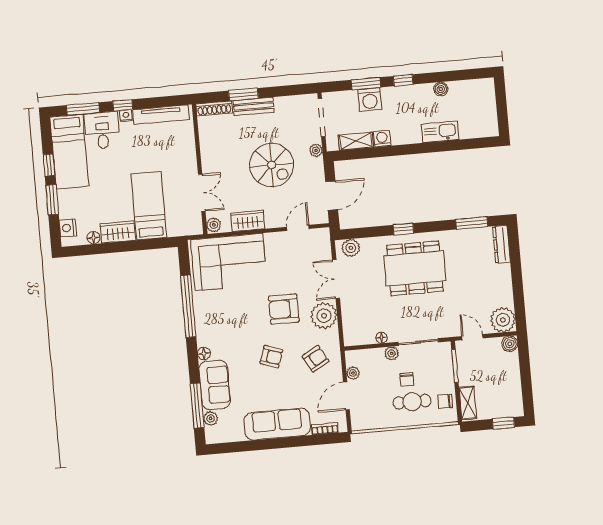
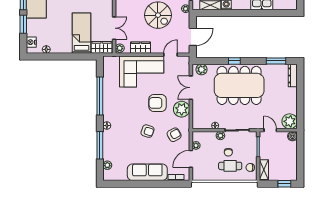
wardrobe: (118, 232) -> (102, 47), moved
corner sofa: (229, 262) -> (142, 71), moved
dining table: (415, 268) -> (239, 85), width x1.36, depth x1.24
sofa: (215, 385) -> (112, 145), removed
window: (197, 406) -> (100, 145), moved

